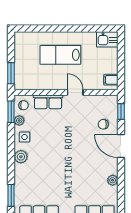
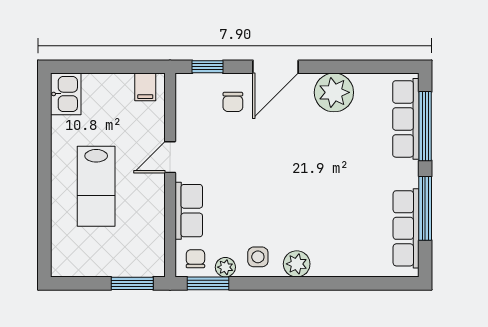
plant: (113, 180) -> (334, 92), width x1.88, depth x1.88
window: (11, 195) -> (373, 283), removed

